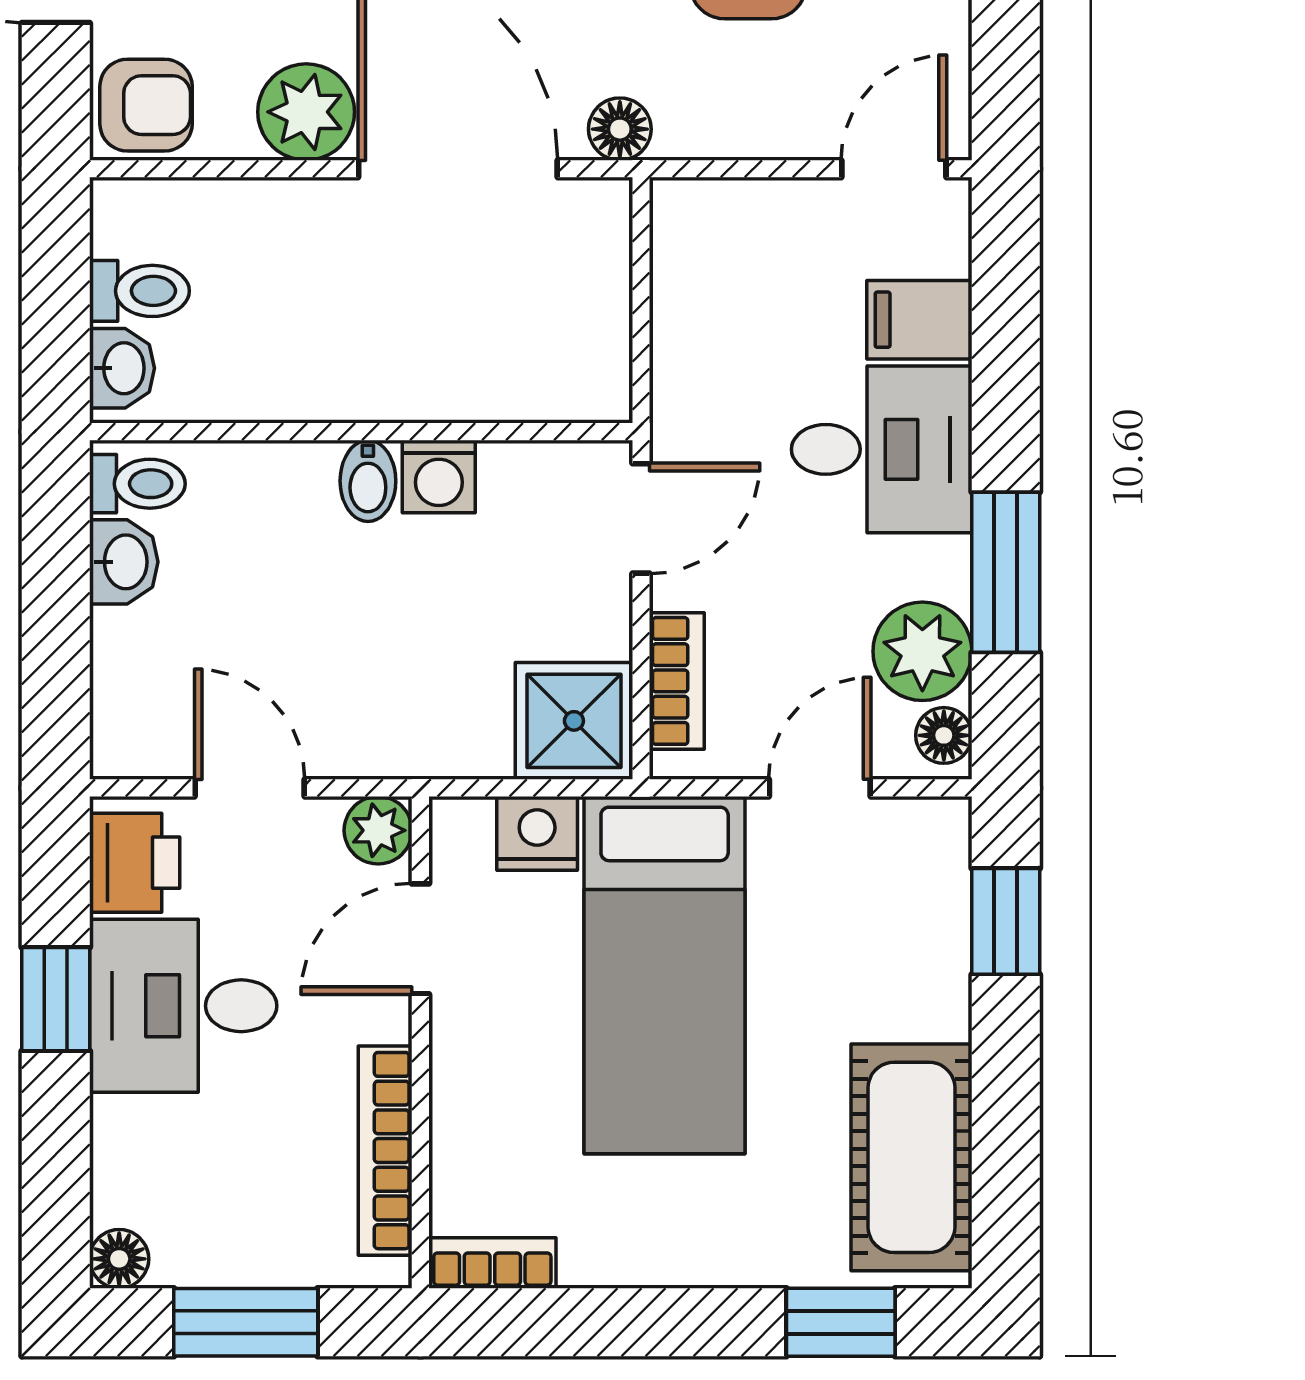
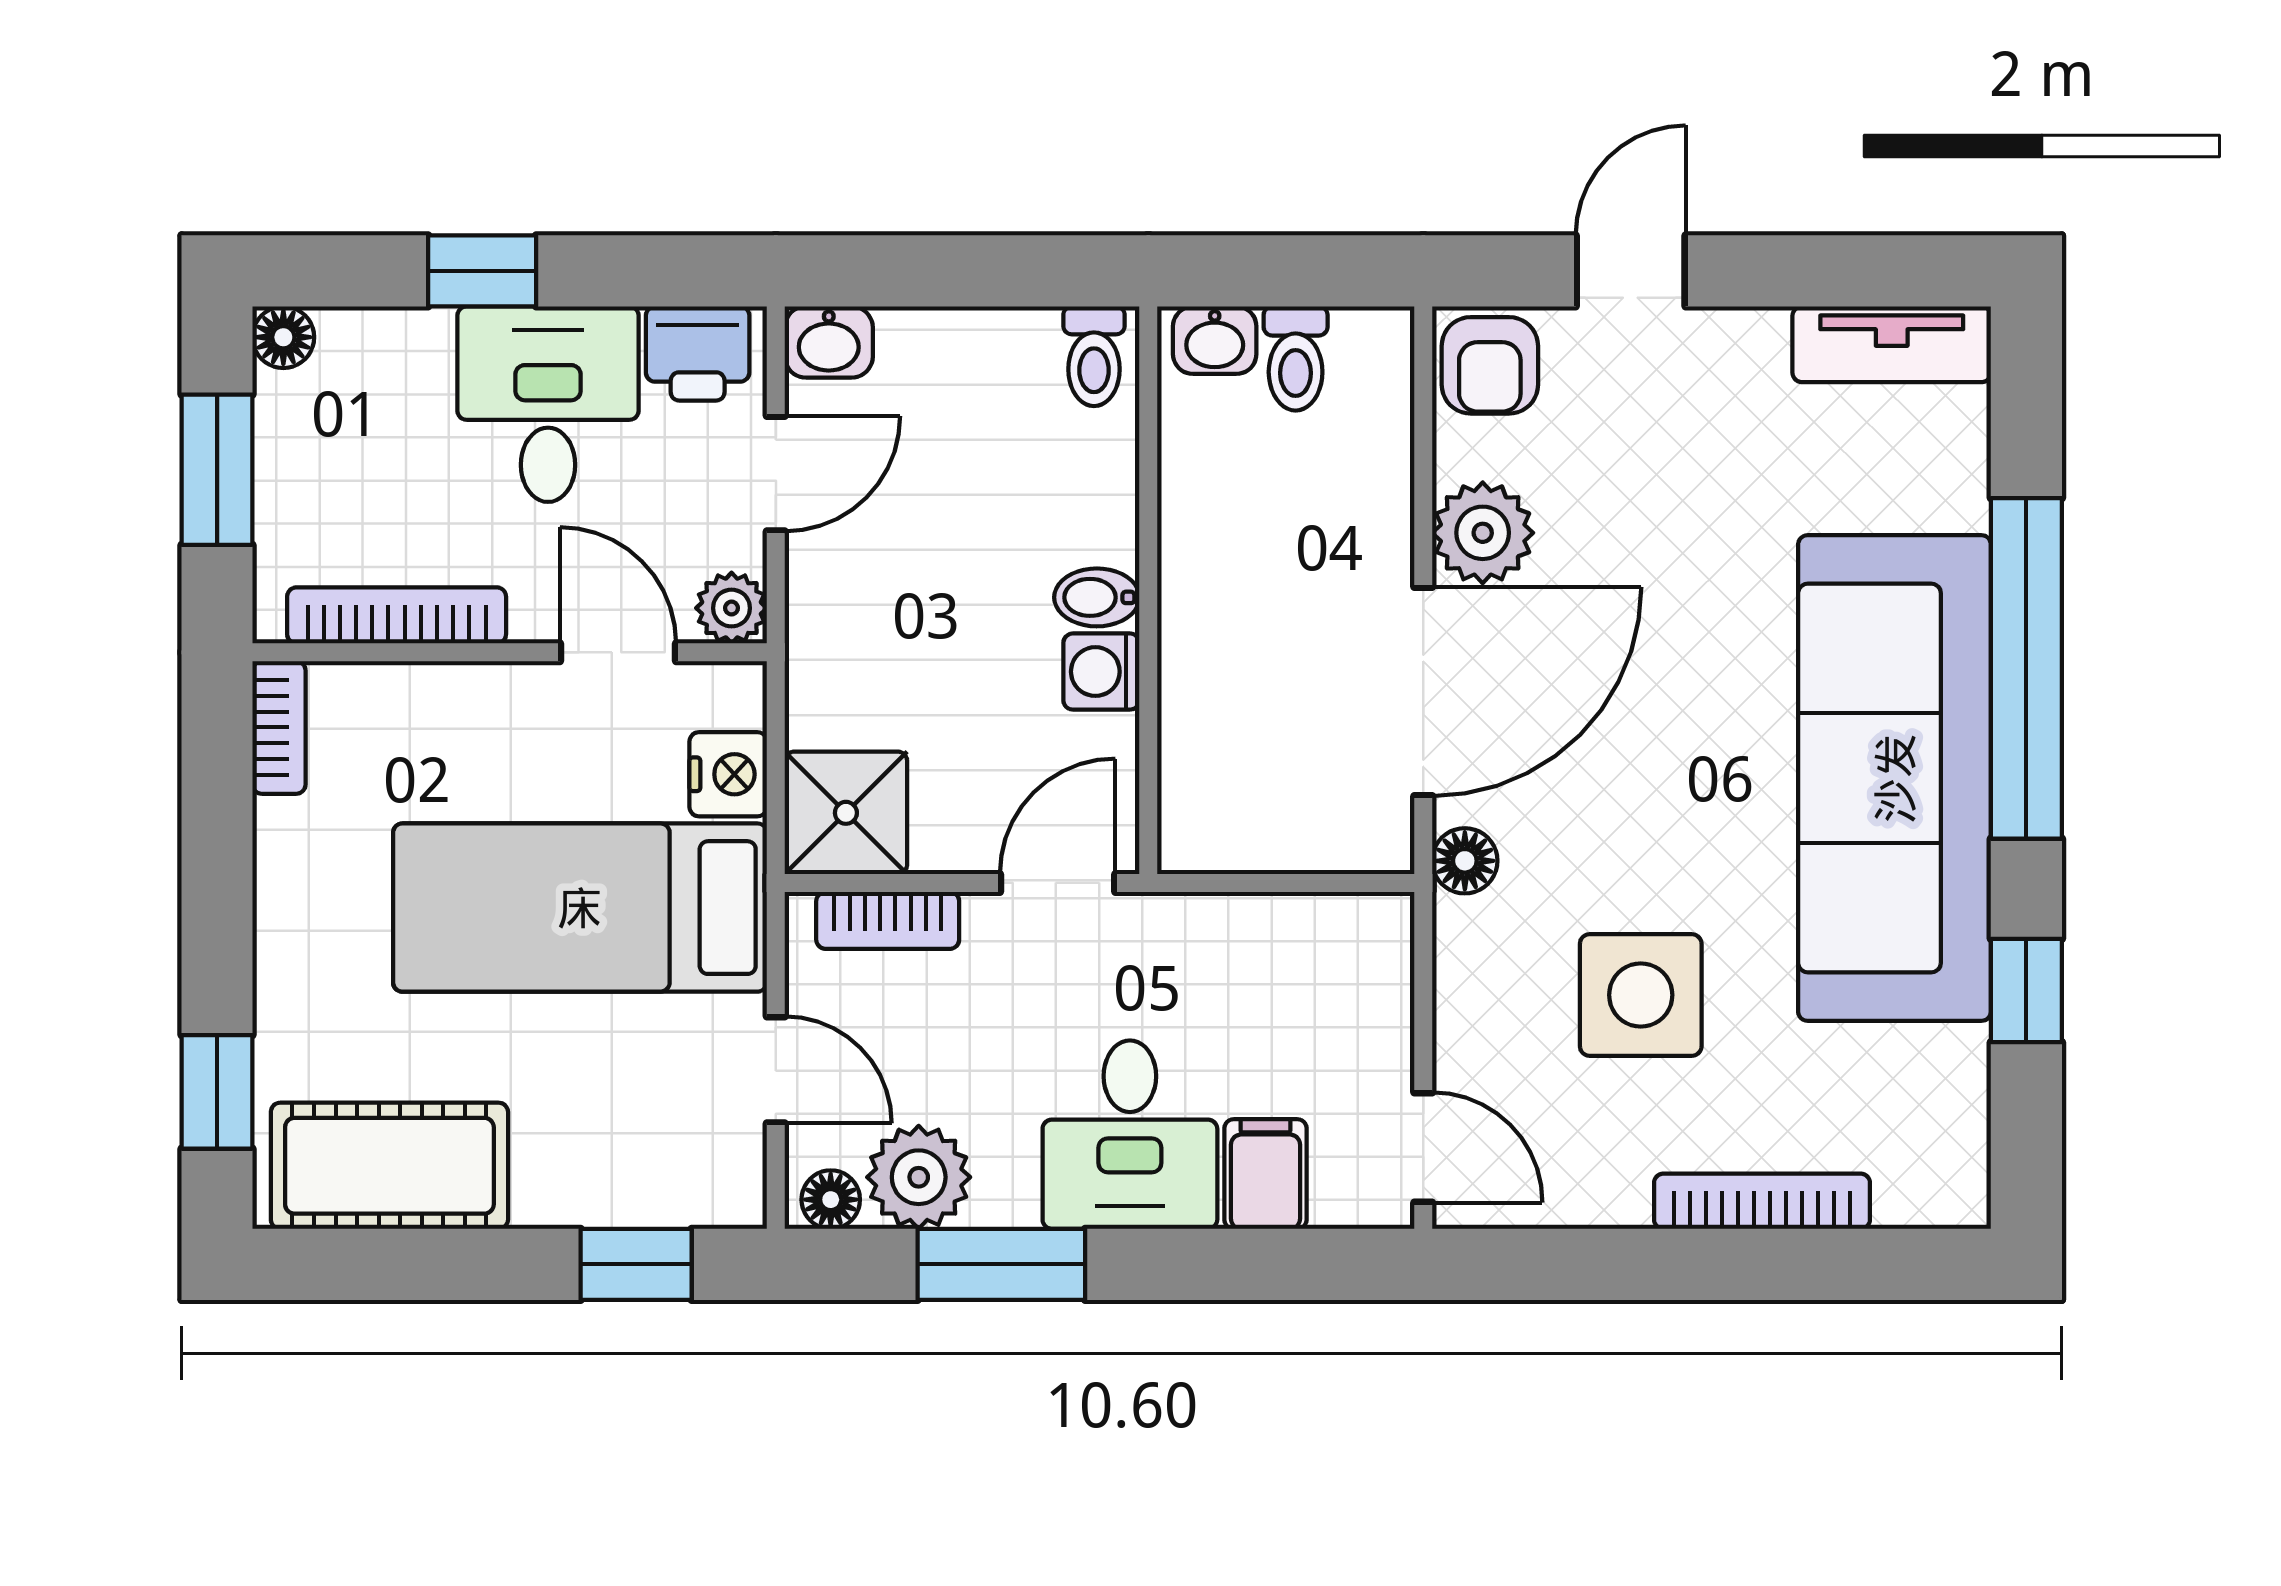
door: (641, 518) -> (1058, 883), swing flipped
washbasin: (124, 562) -> (829, 342), moved
window: (56, 999) -> (482, 271), moved

